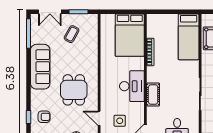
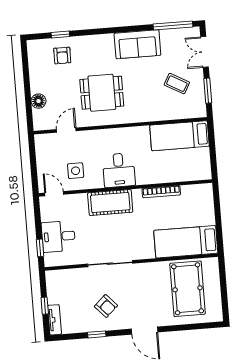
bed: (130, 35) -> (179, 136), moved, width x0.67
sofa: (40, 67) -> (137, 44), width x0.73
desk: (132, 86) -> (119, 170), width x0.73
cot: (153, 95) -> (110, 203), width x1.37, depth x1.34
side table: (120, 121) -> (76, 171), moved

